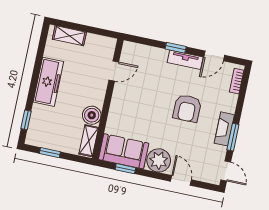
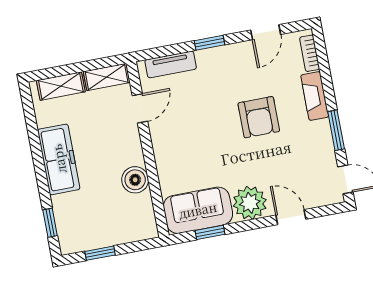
tv unit: (185, 60) -> (171, 64), moved
fireplace: (224, 129) -> (315, 96), moved
shelving: (89, 141) -> (107, 77), moved, turned 90

